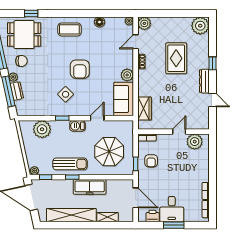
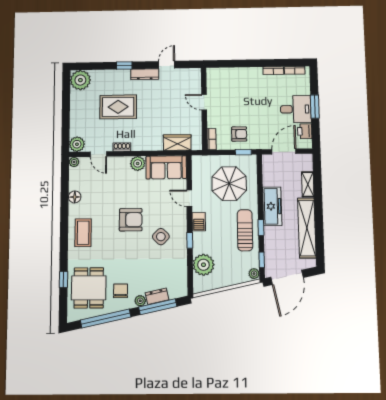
plant: (195, 142) -> (216, 84), removed

